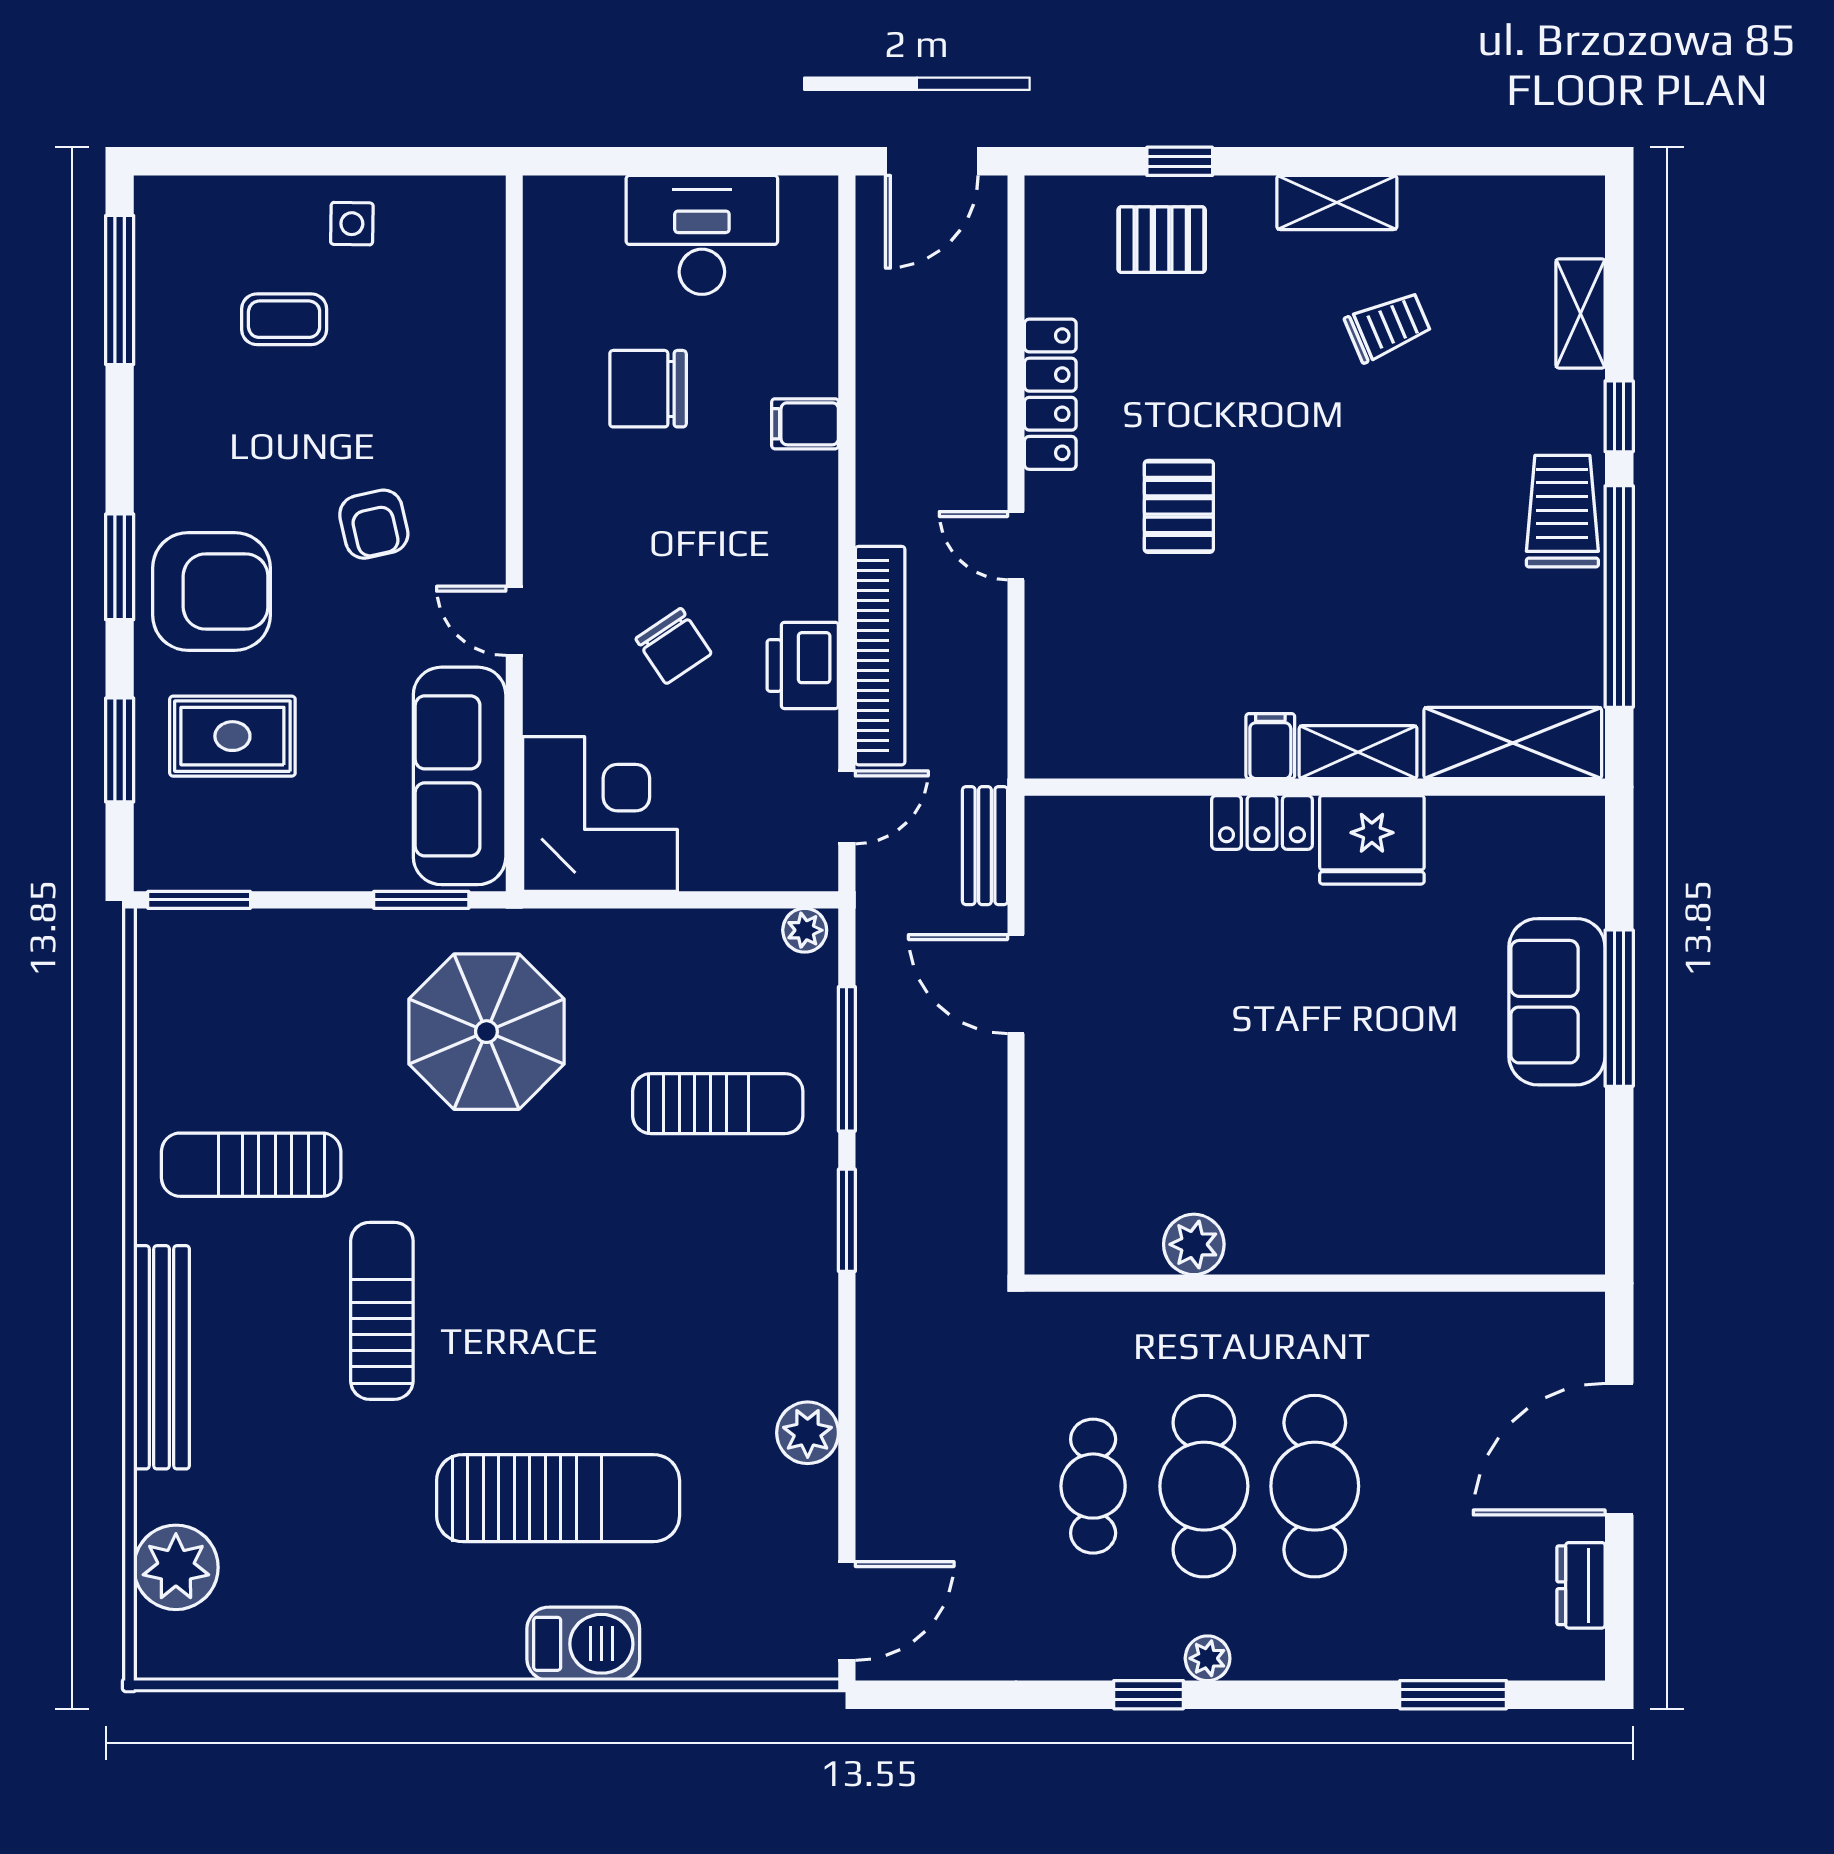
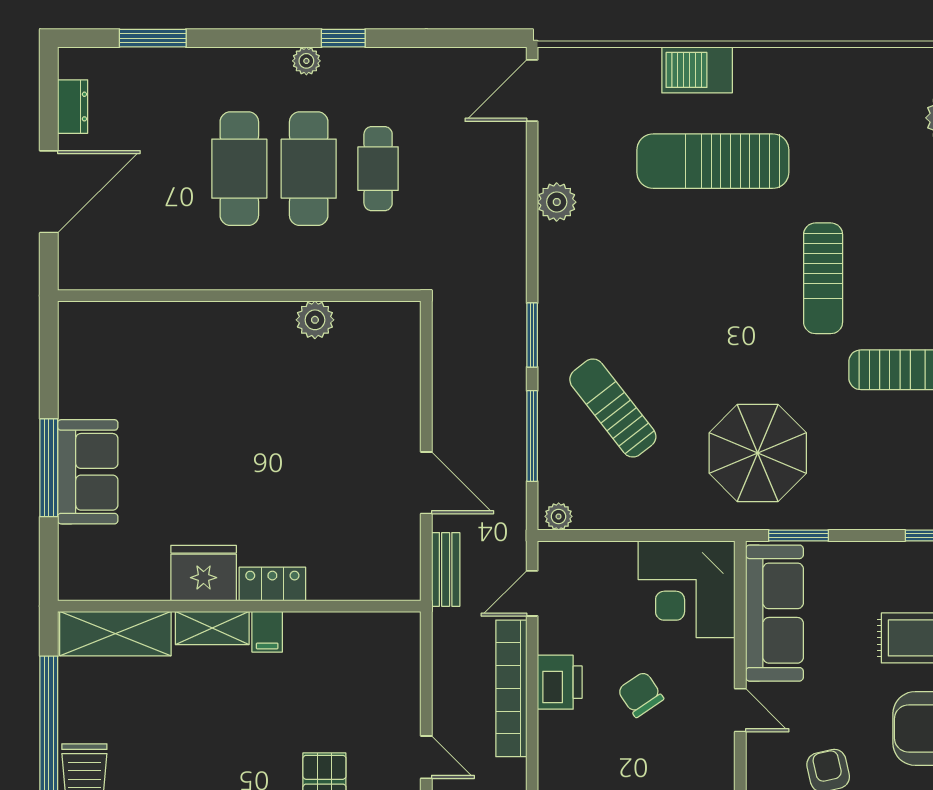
sun lounger: (718, 1104) -> (613, 408), turned 52

